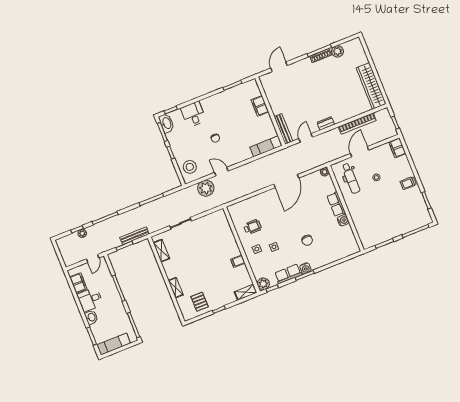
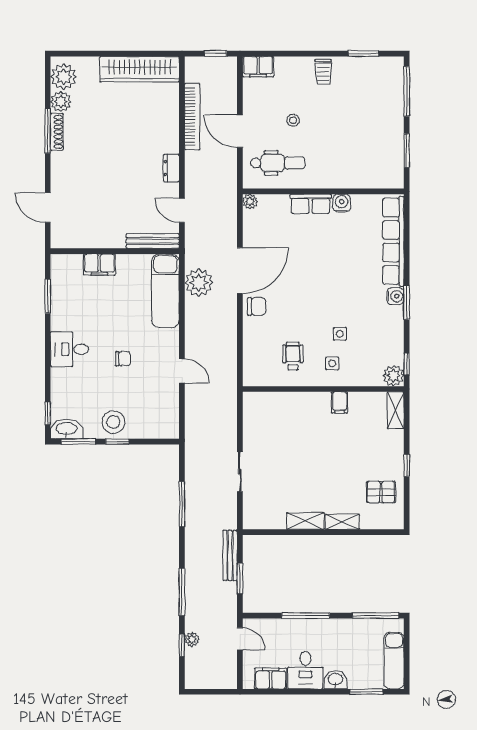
plant: (351, 48) -> (64, 77), added
desk: (193, 114) -> (69, 349), moved
exam couch: (266, 146) -> (165, 291), width x1.36, depth x1.45
stool: (190, 167) -> (113, 422), moved
door: (221, 172) -> (182, 371), swing flipped
door: (286, 181) -> (240, 270), hinge flipped
plant: (206, 188) -> (199, 283), moved
chair: (307, 240) -> (257, 306), moved
shelving: (161, 251) -> (305, 521), moved
row of seats: (288, 274) -> (393, 241), moved, width x2.02

